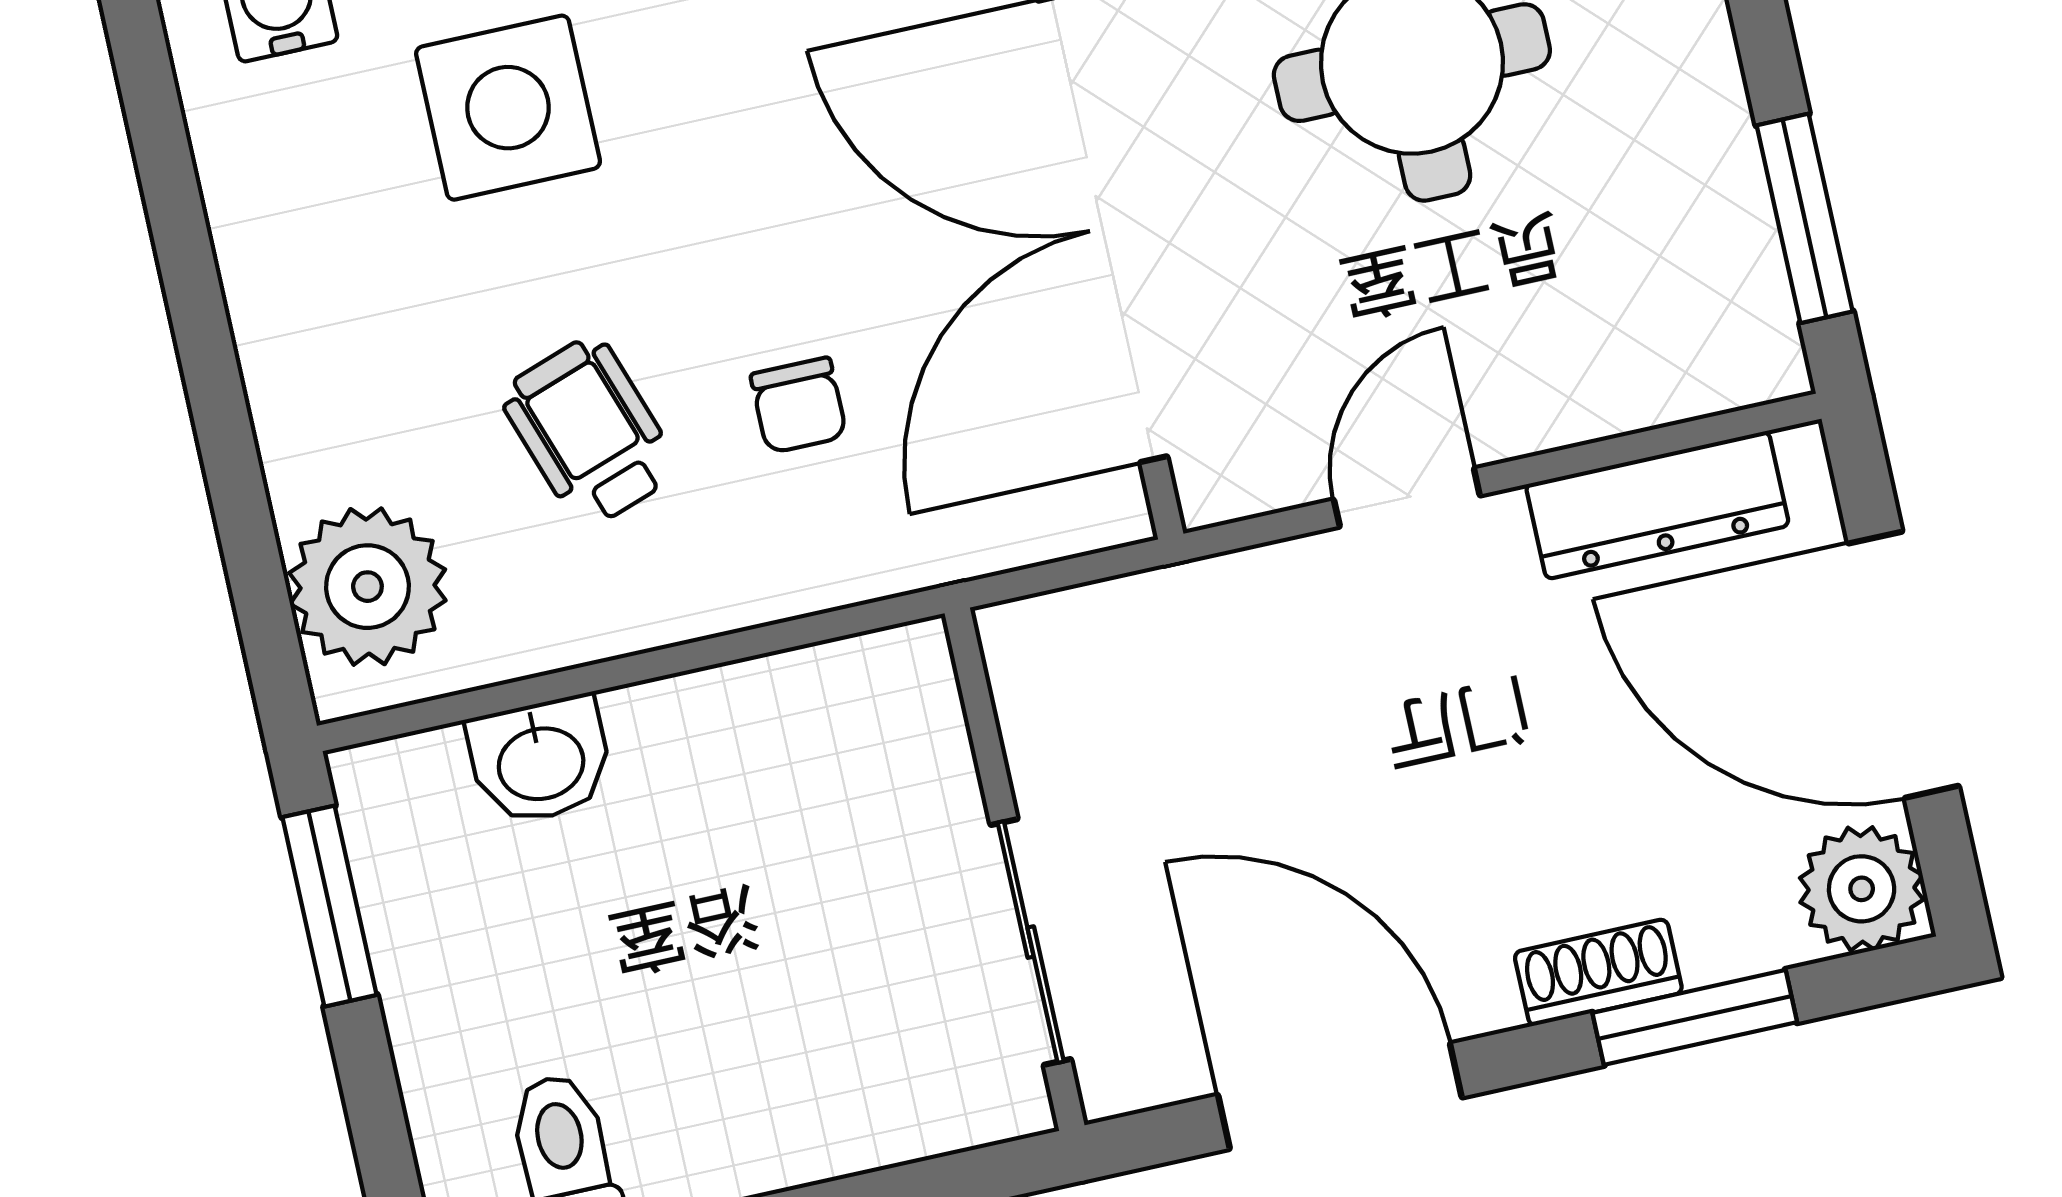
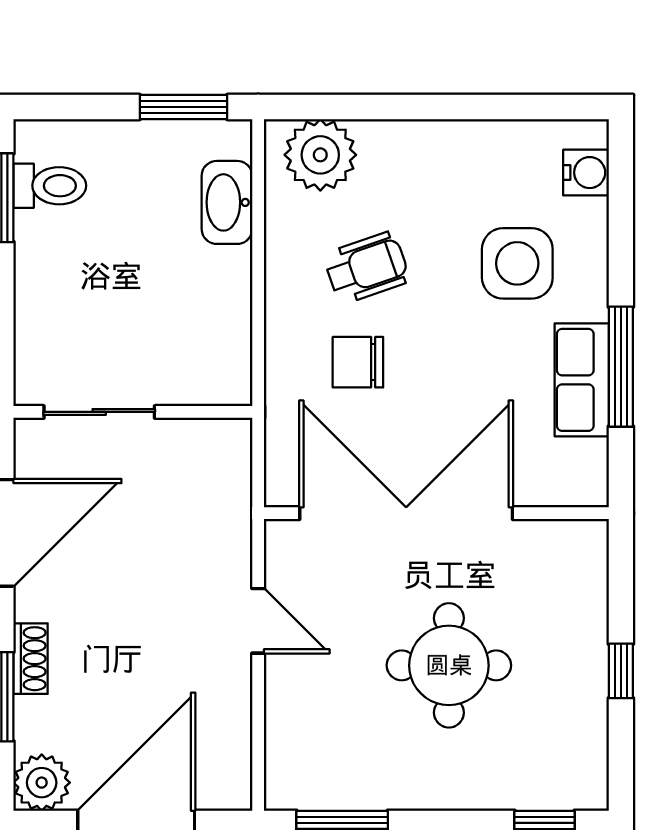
chair: (799, 405) -> (358, 362), width x1.37, depth x1.37
dresser: (1657, 505) -> (230, 730), removed
washbasin: (540, 760) -> (227, 202), width x1.38

